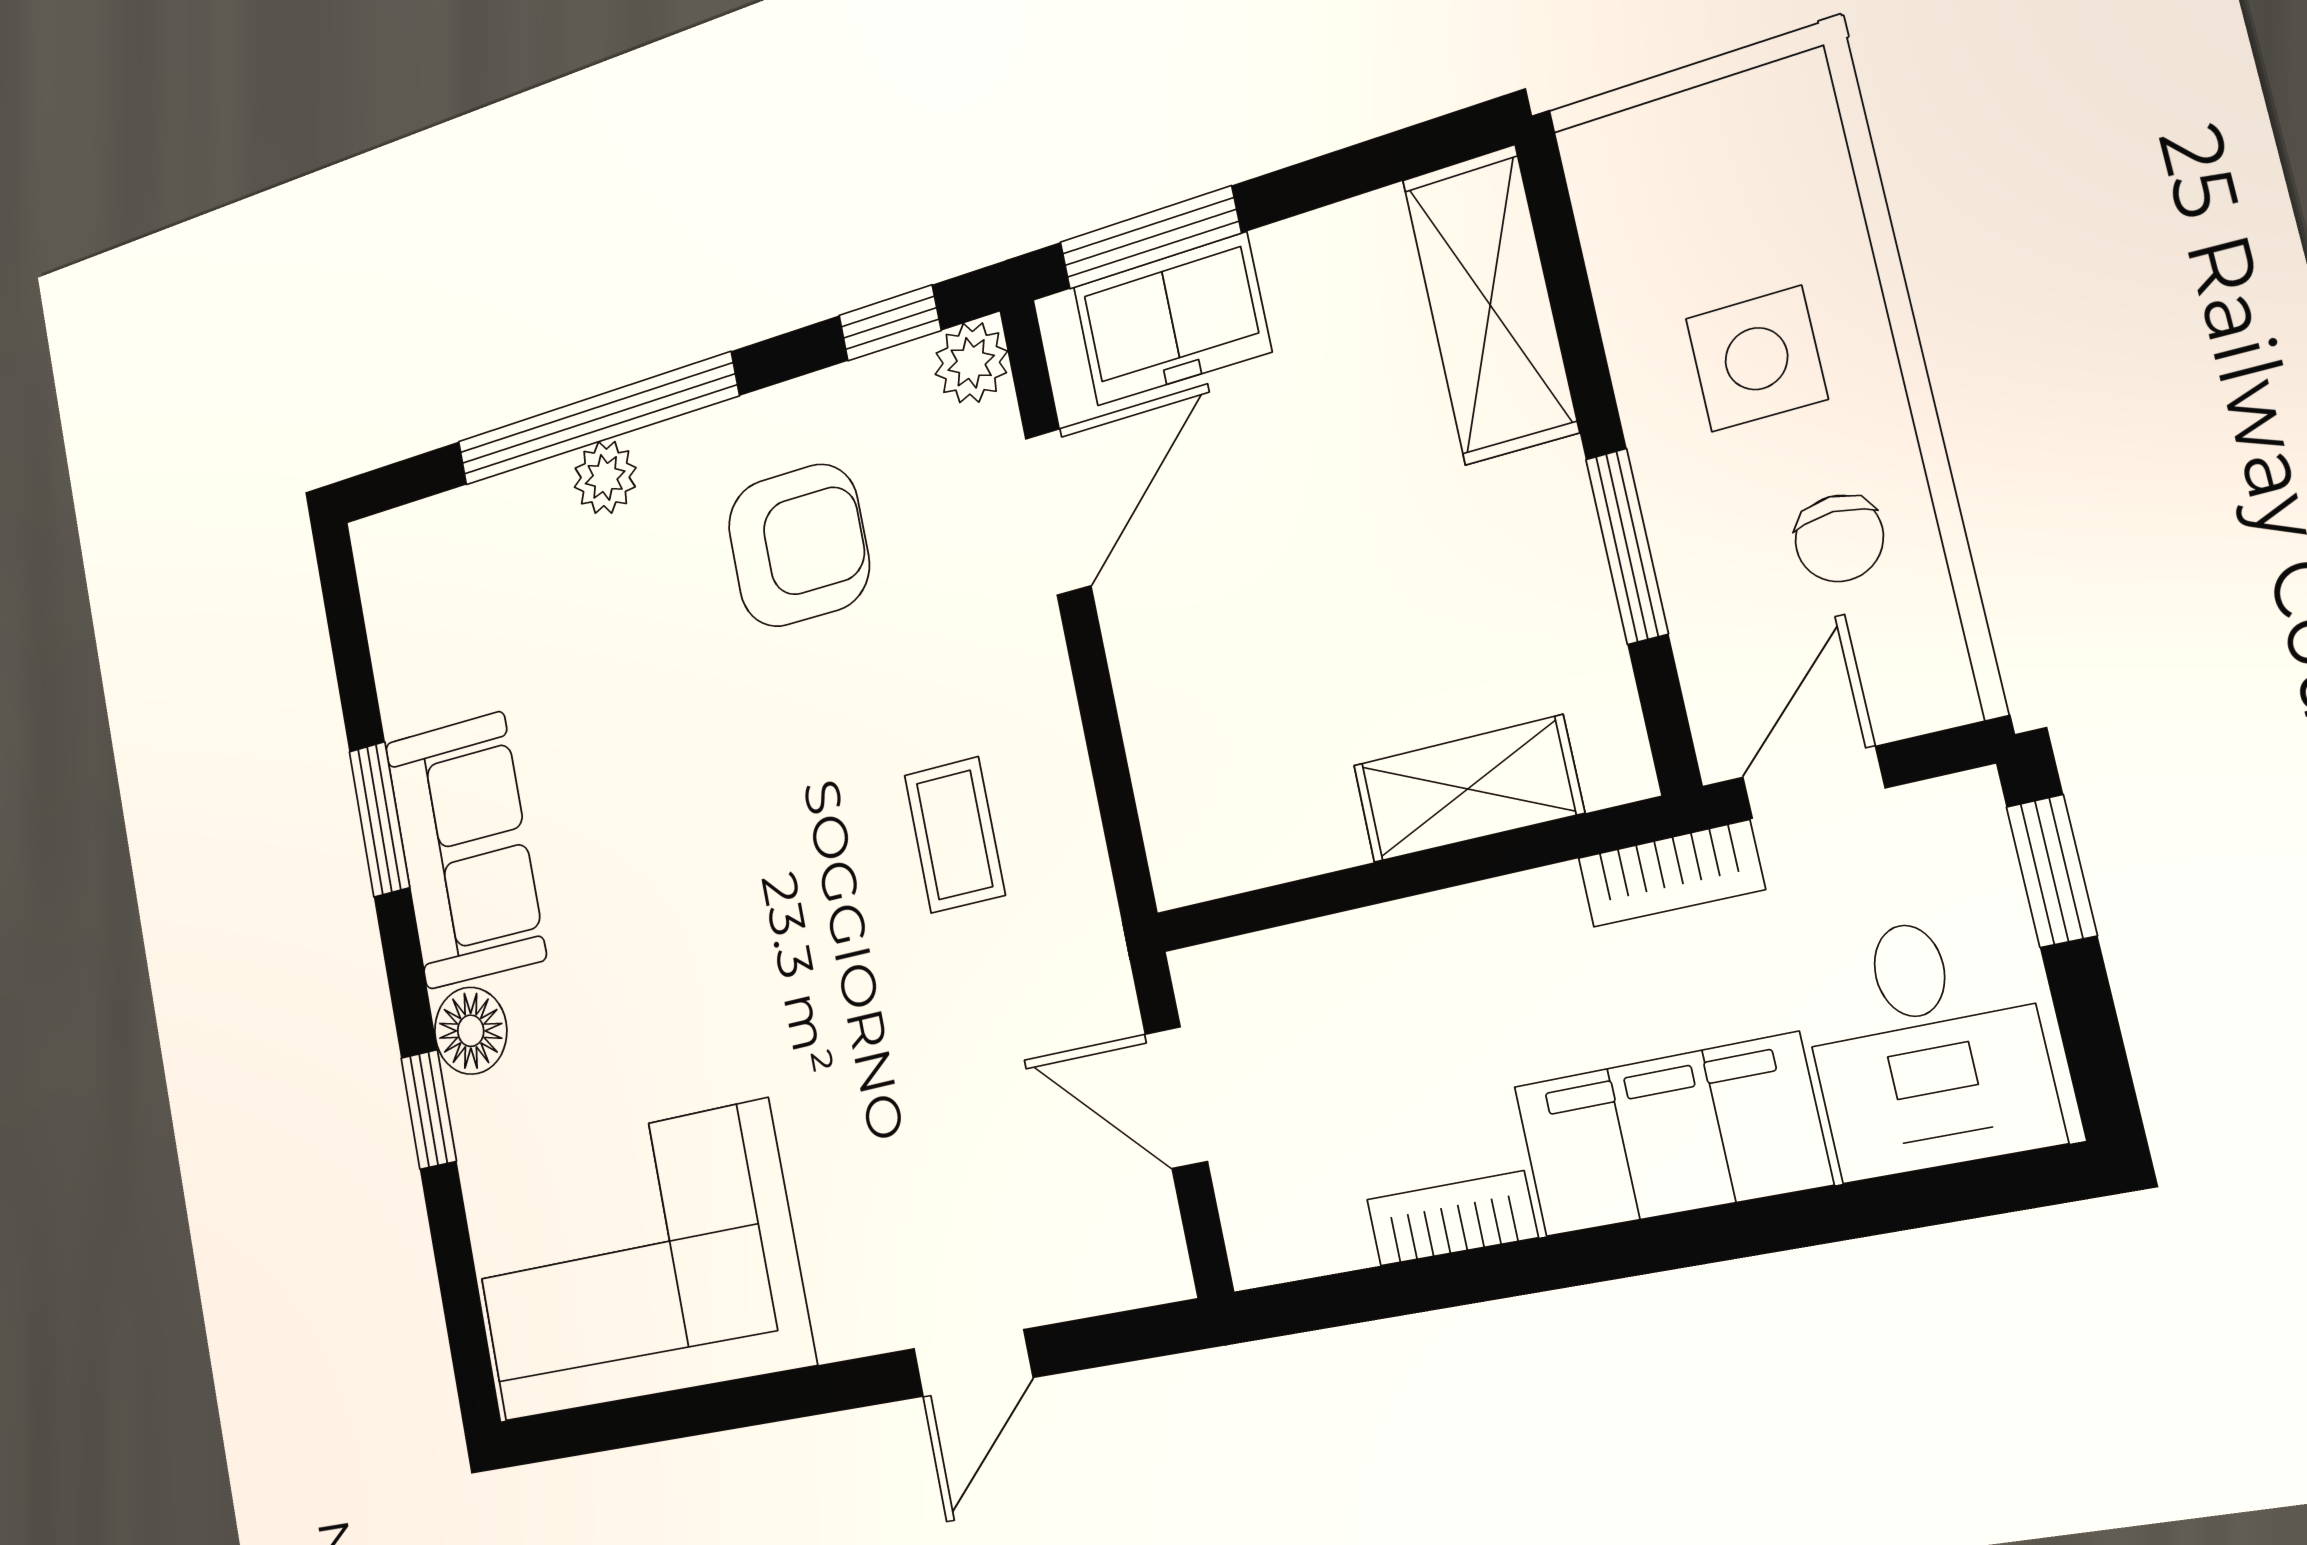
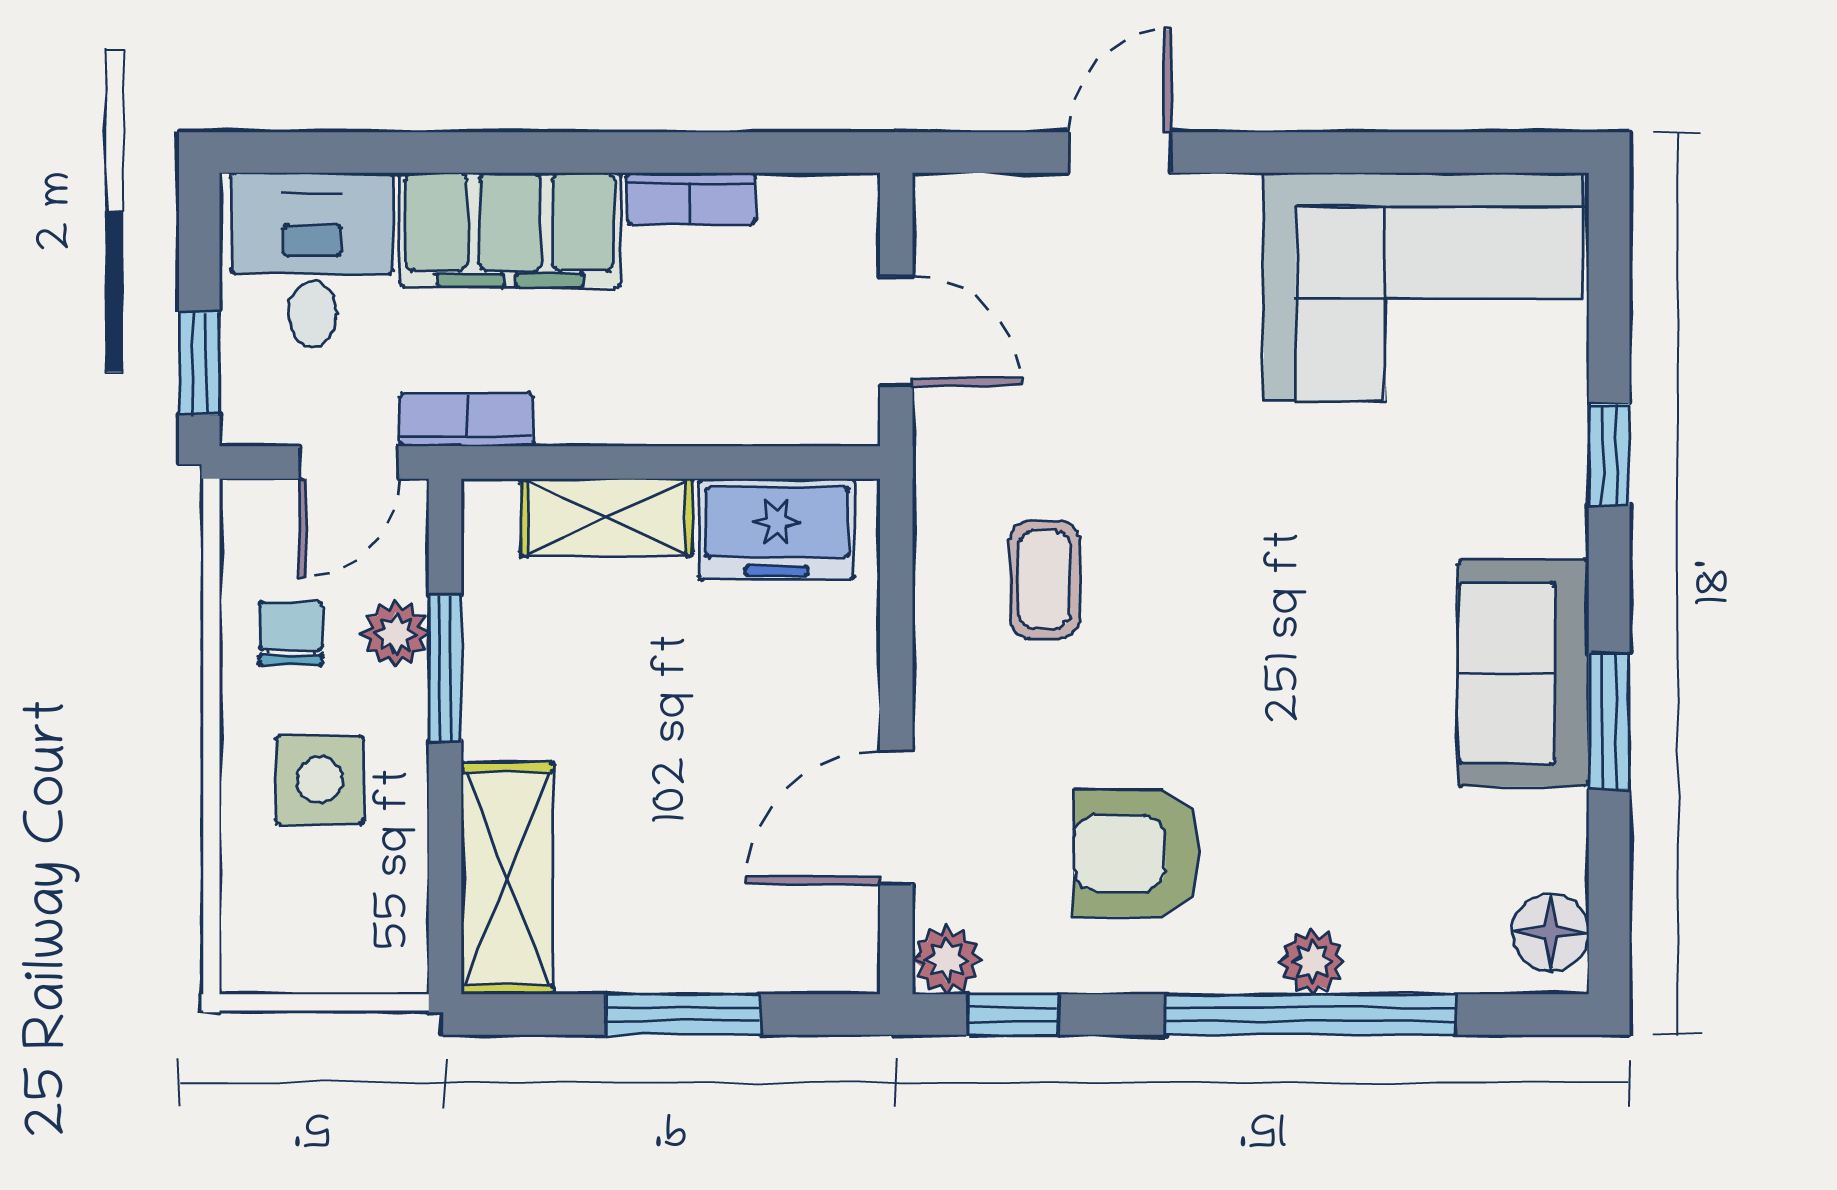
window: (1150, 238) -> (683, 1014), moved
freezer: (1172, 319) -> (777, 529), moved, turned 180
plant: (1700, 574) -> (396, 634), added
floor lamp: (471, 1031) -> (1550, 933), moved

